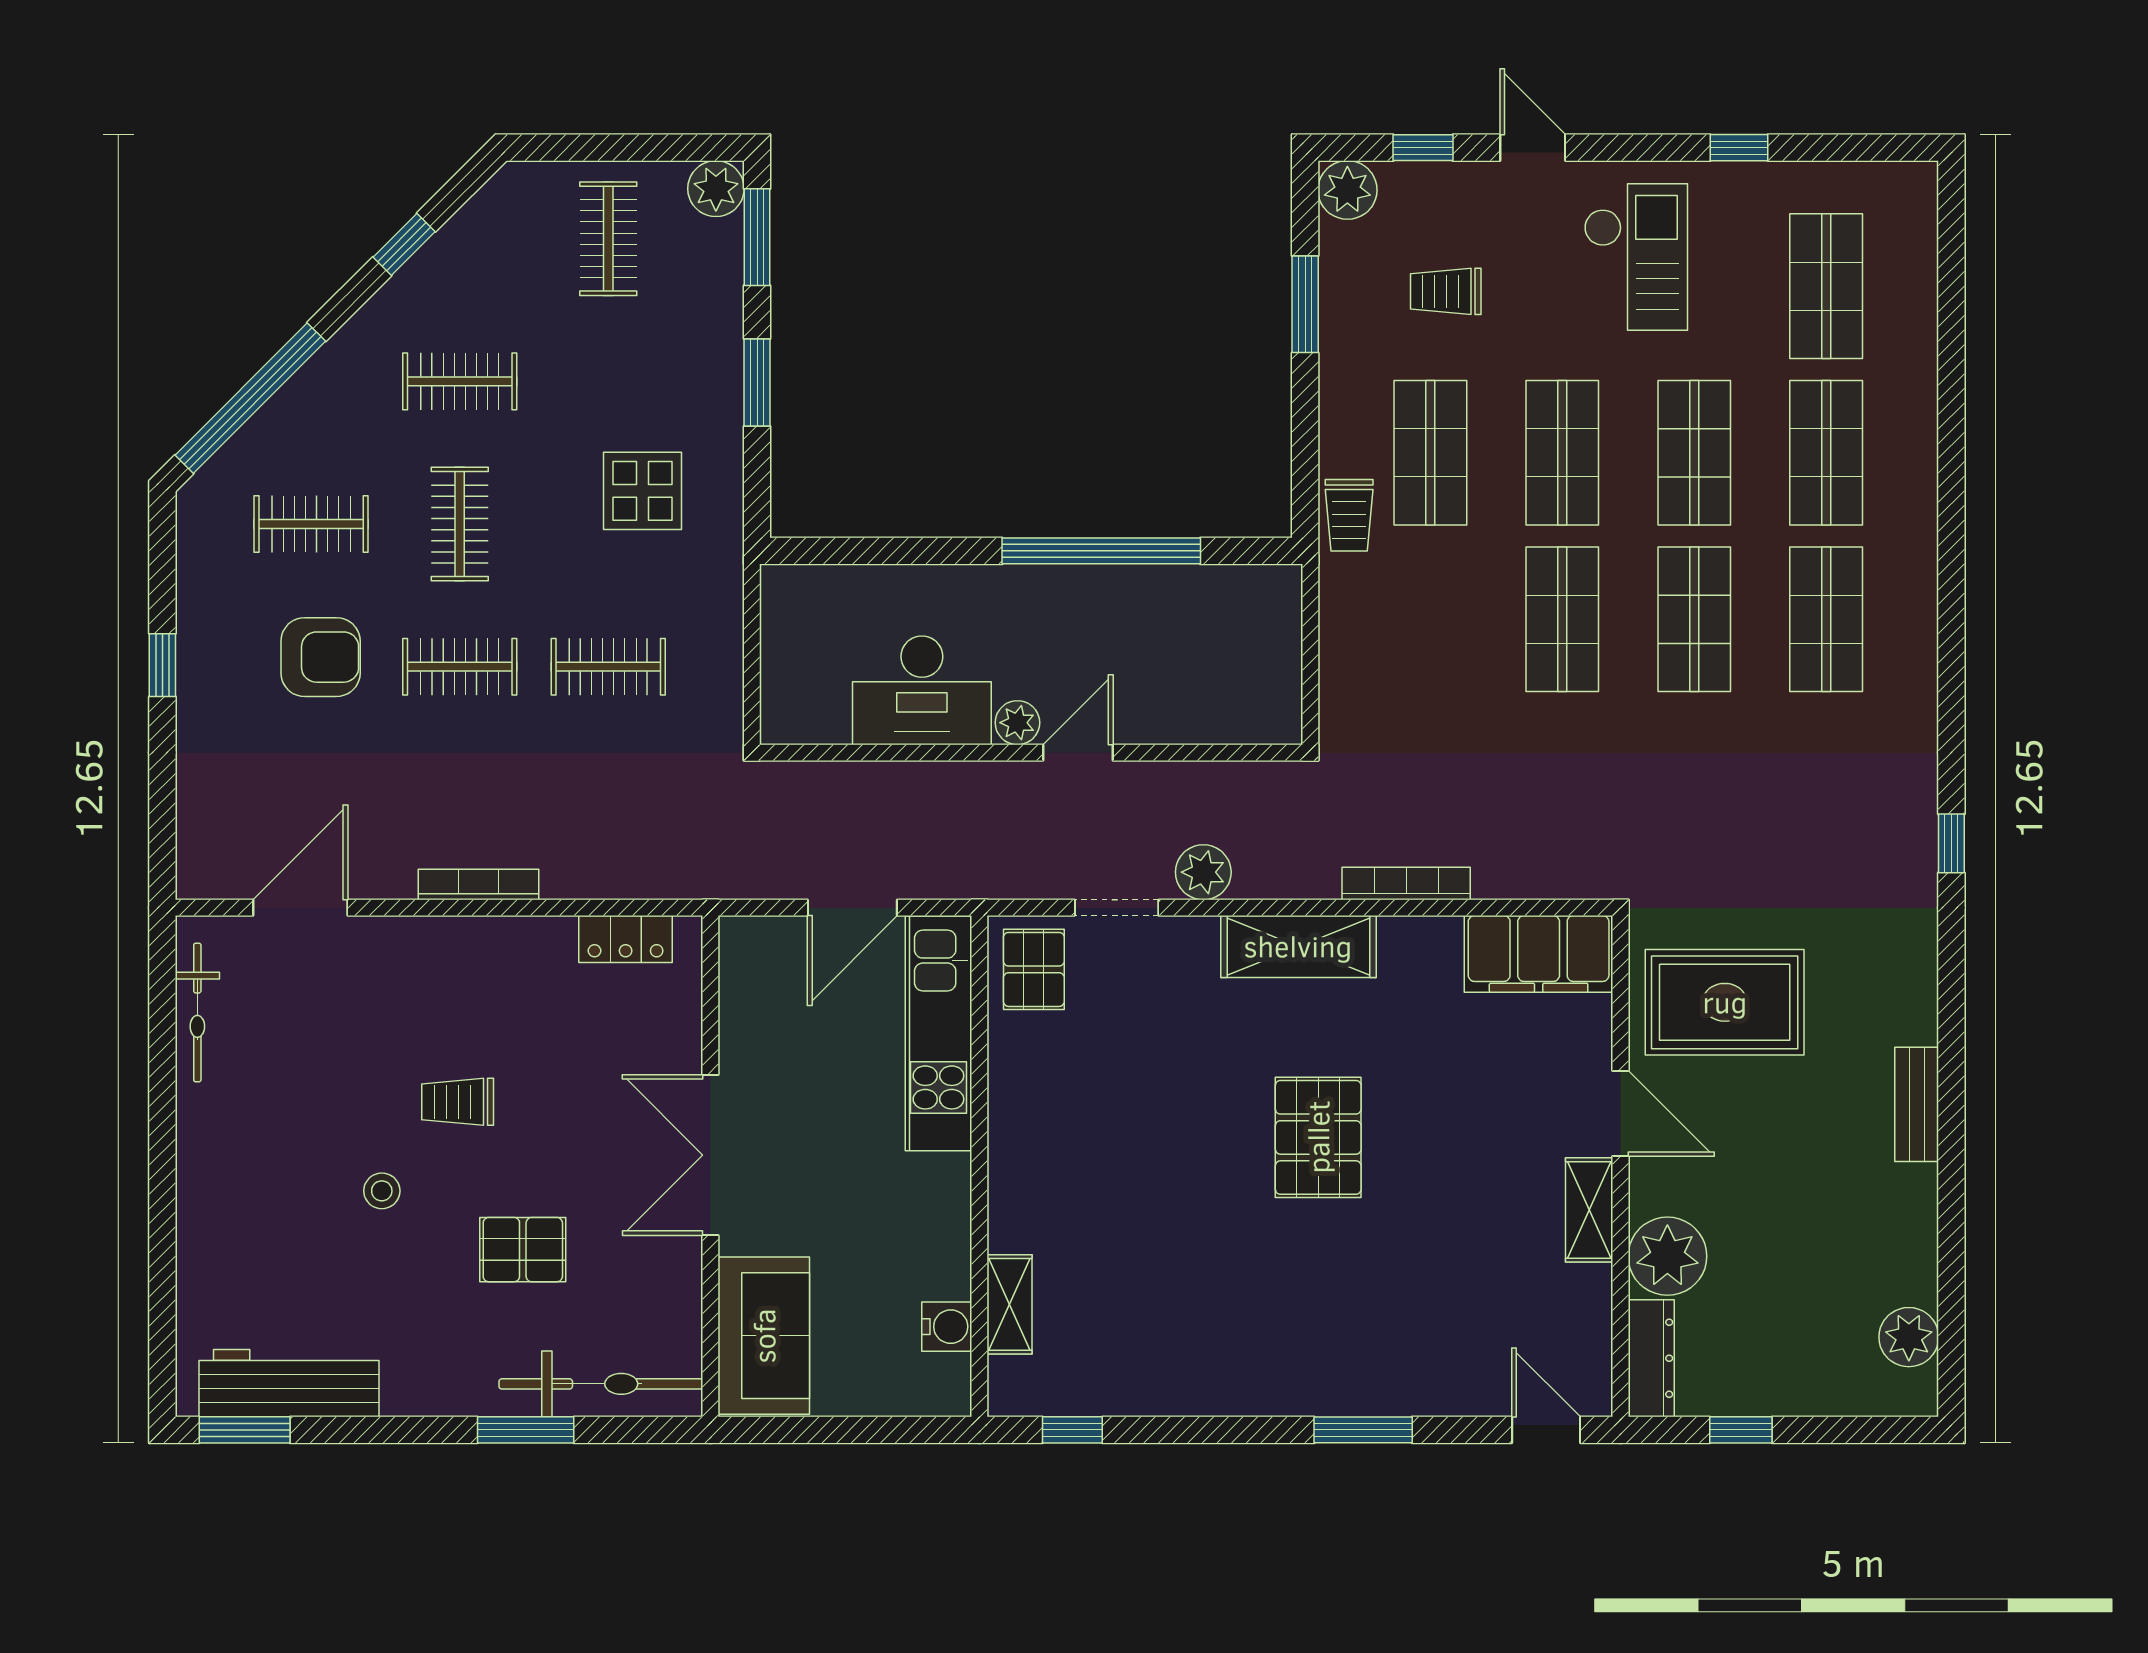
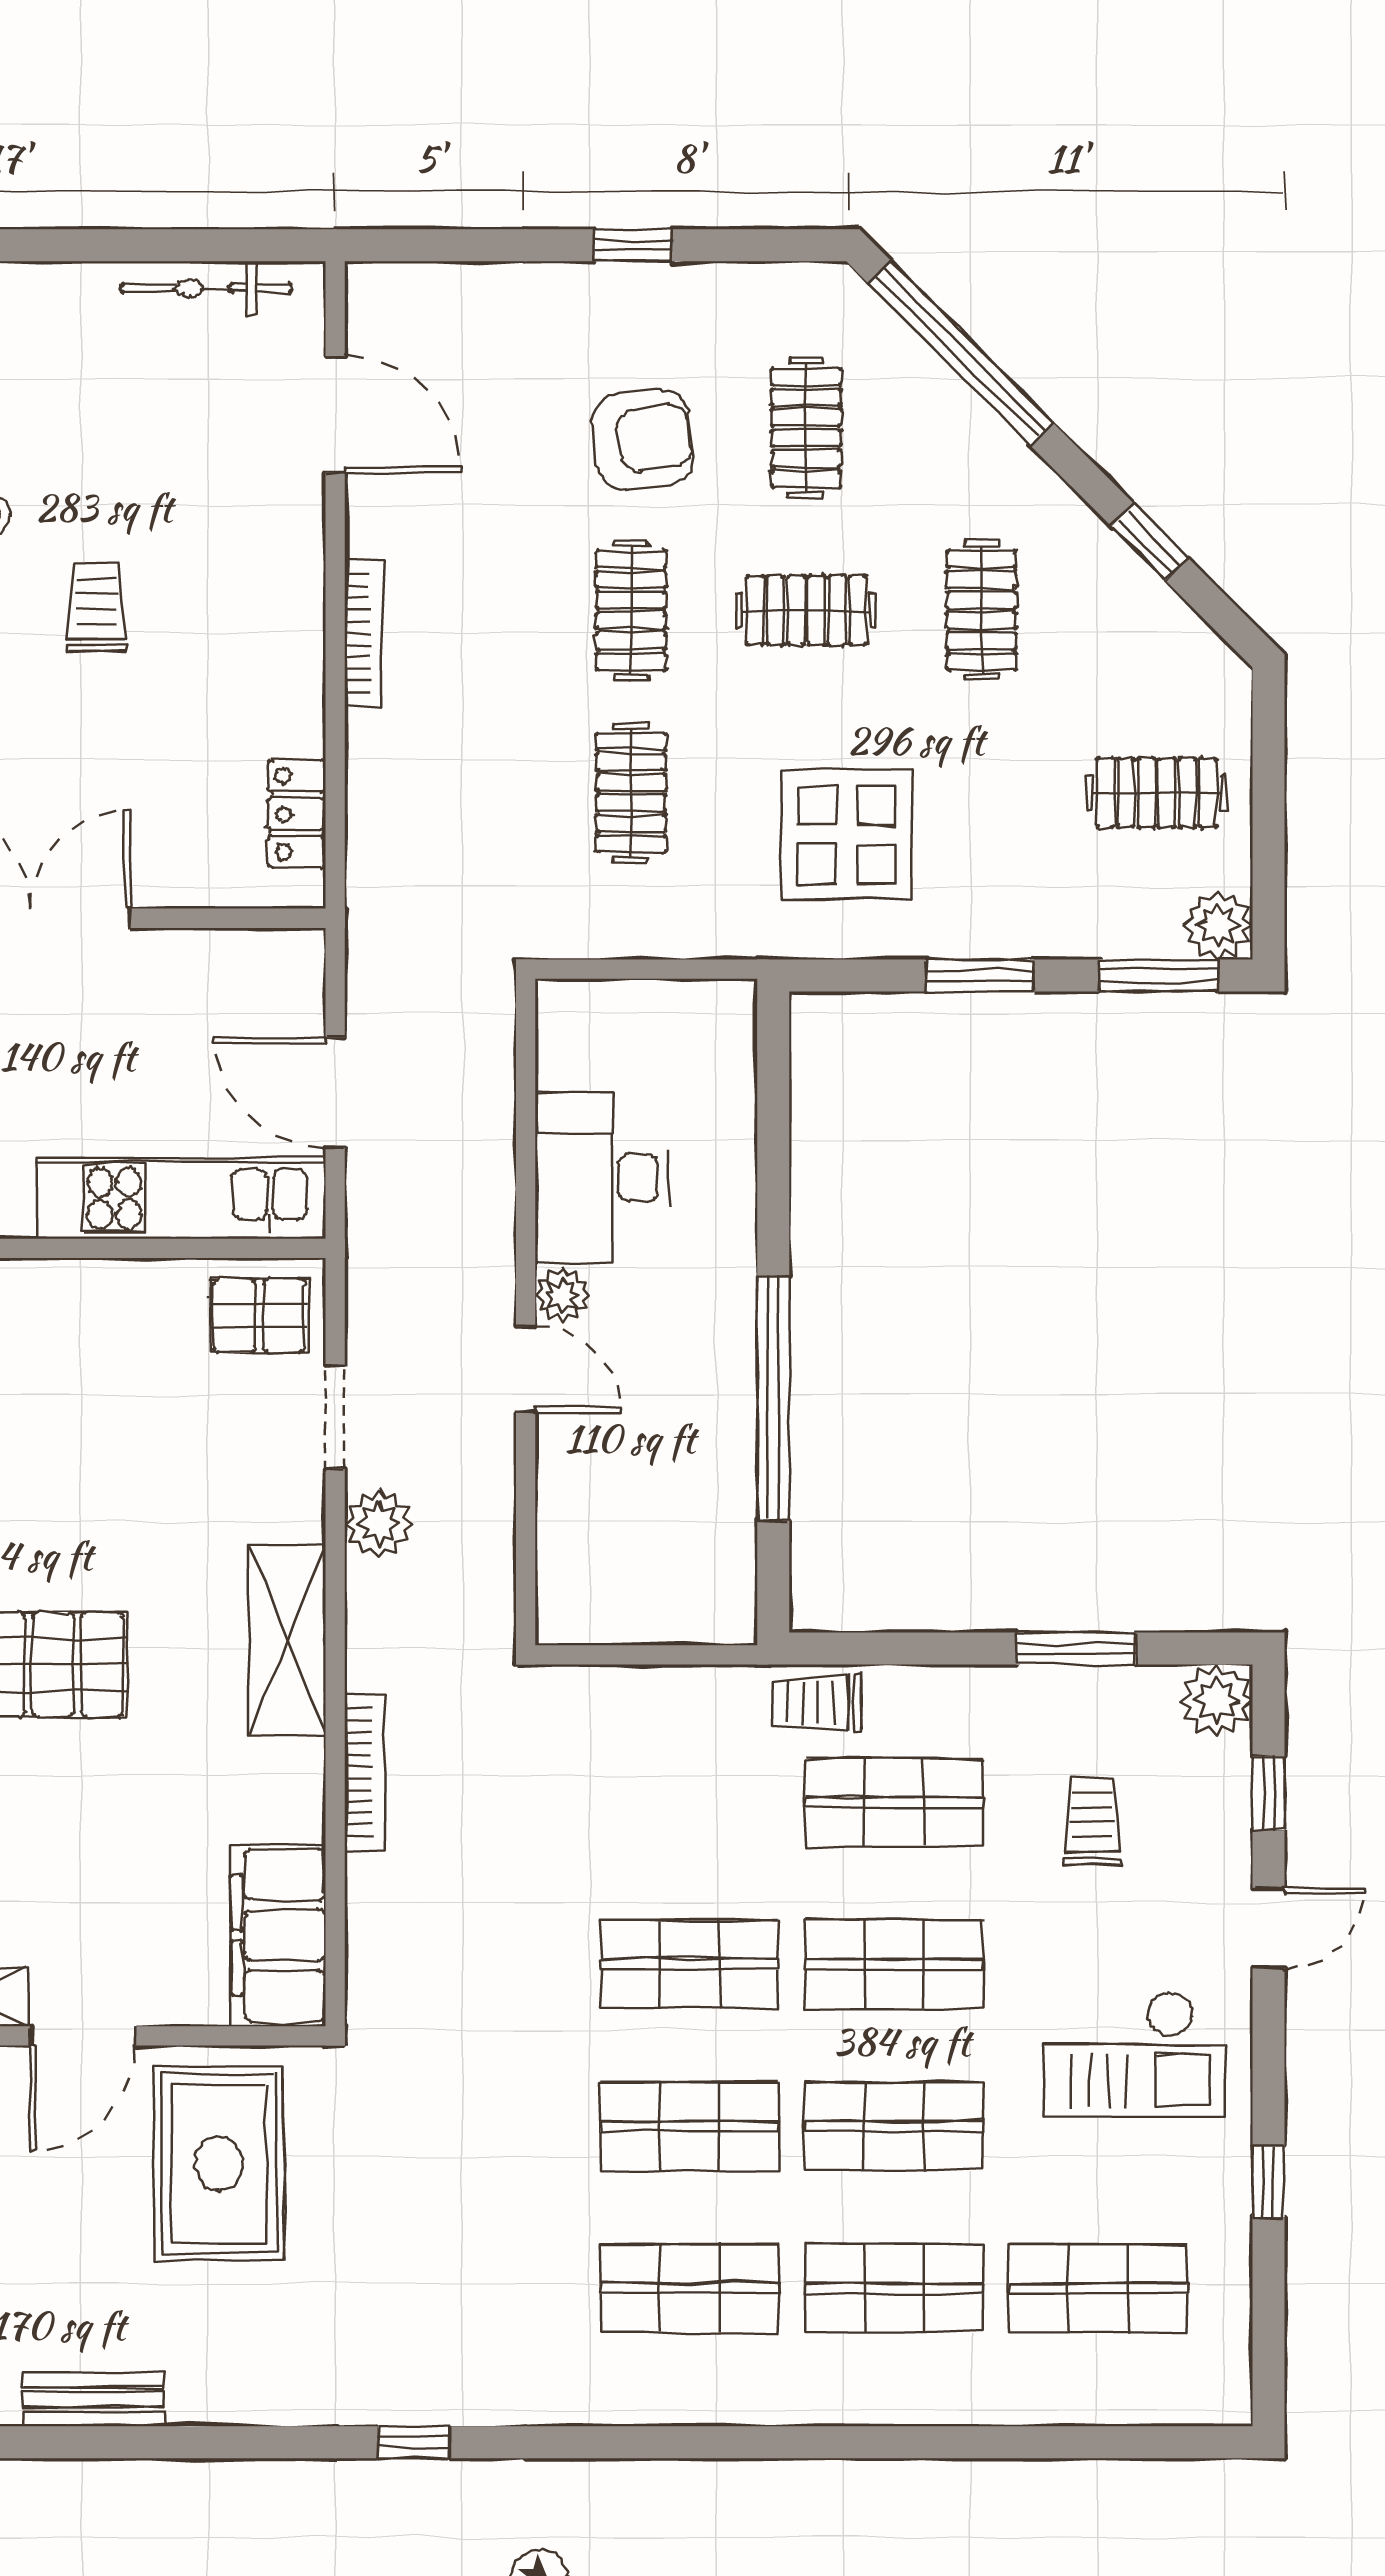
display table: (643, 491) -> (847, 835), width x1.36, depth x1.36
armchair: (321, 657) -> (643, 439), turned -97

